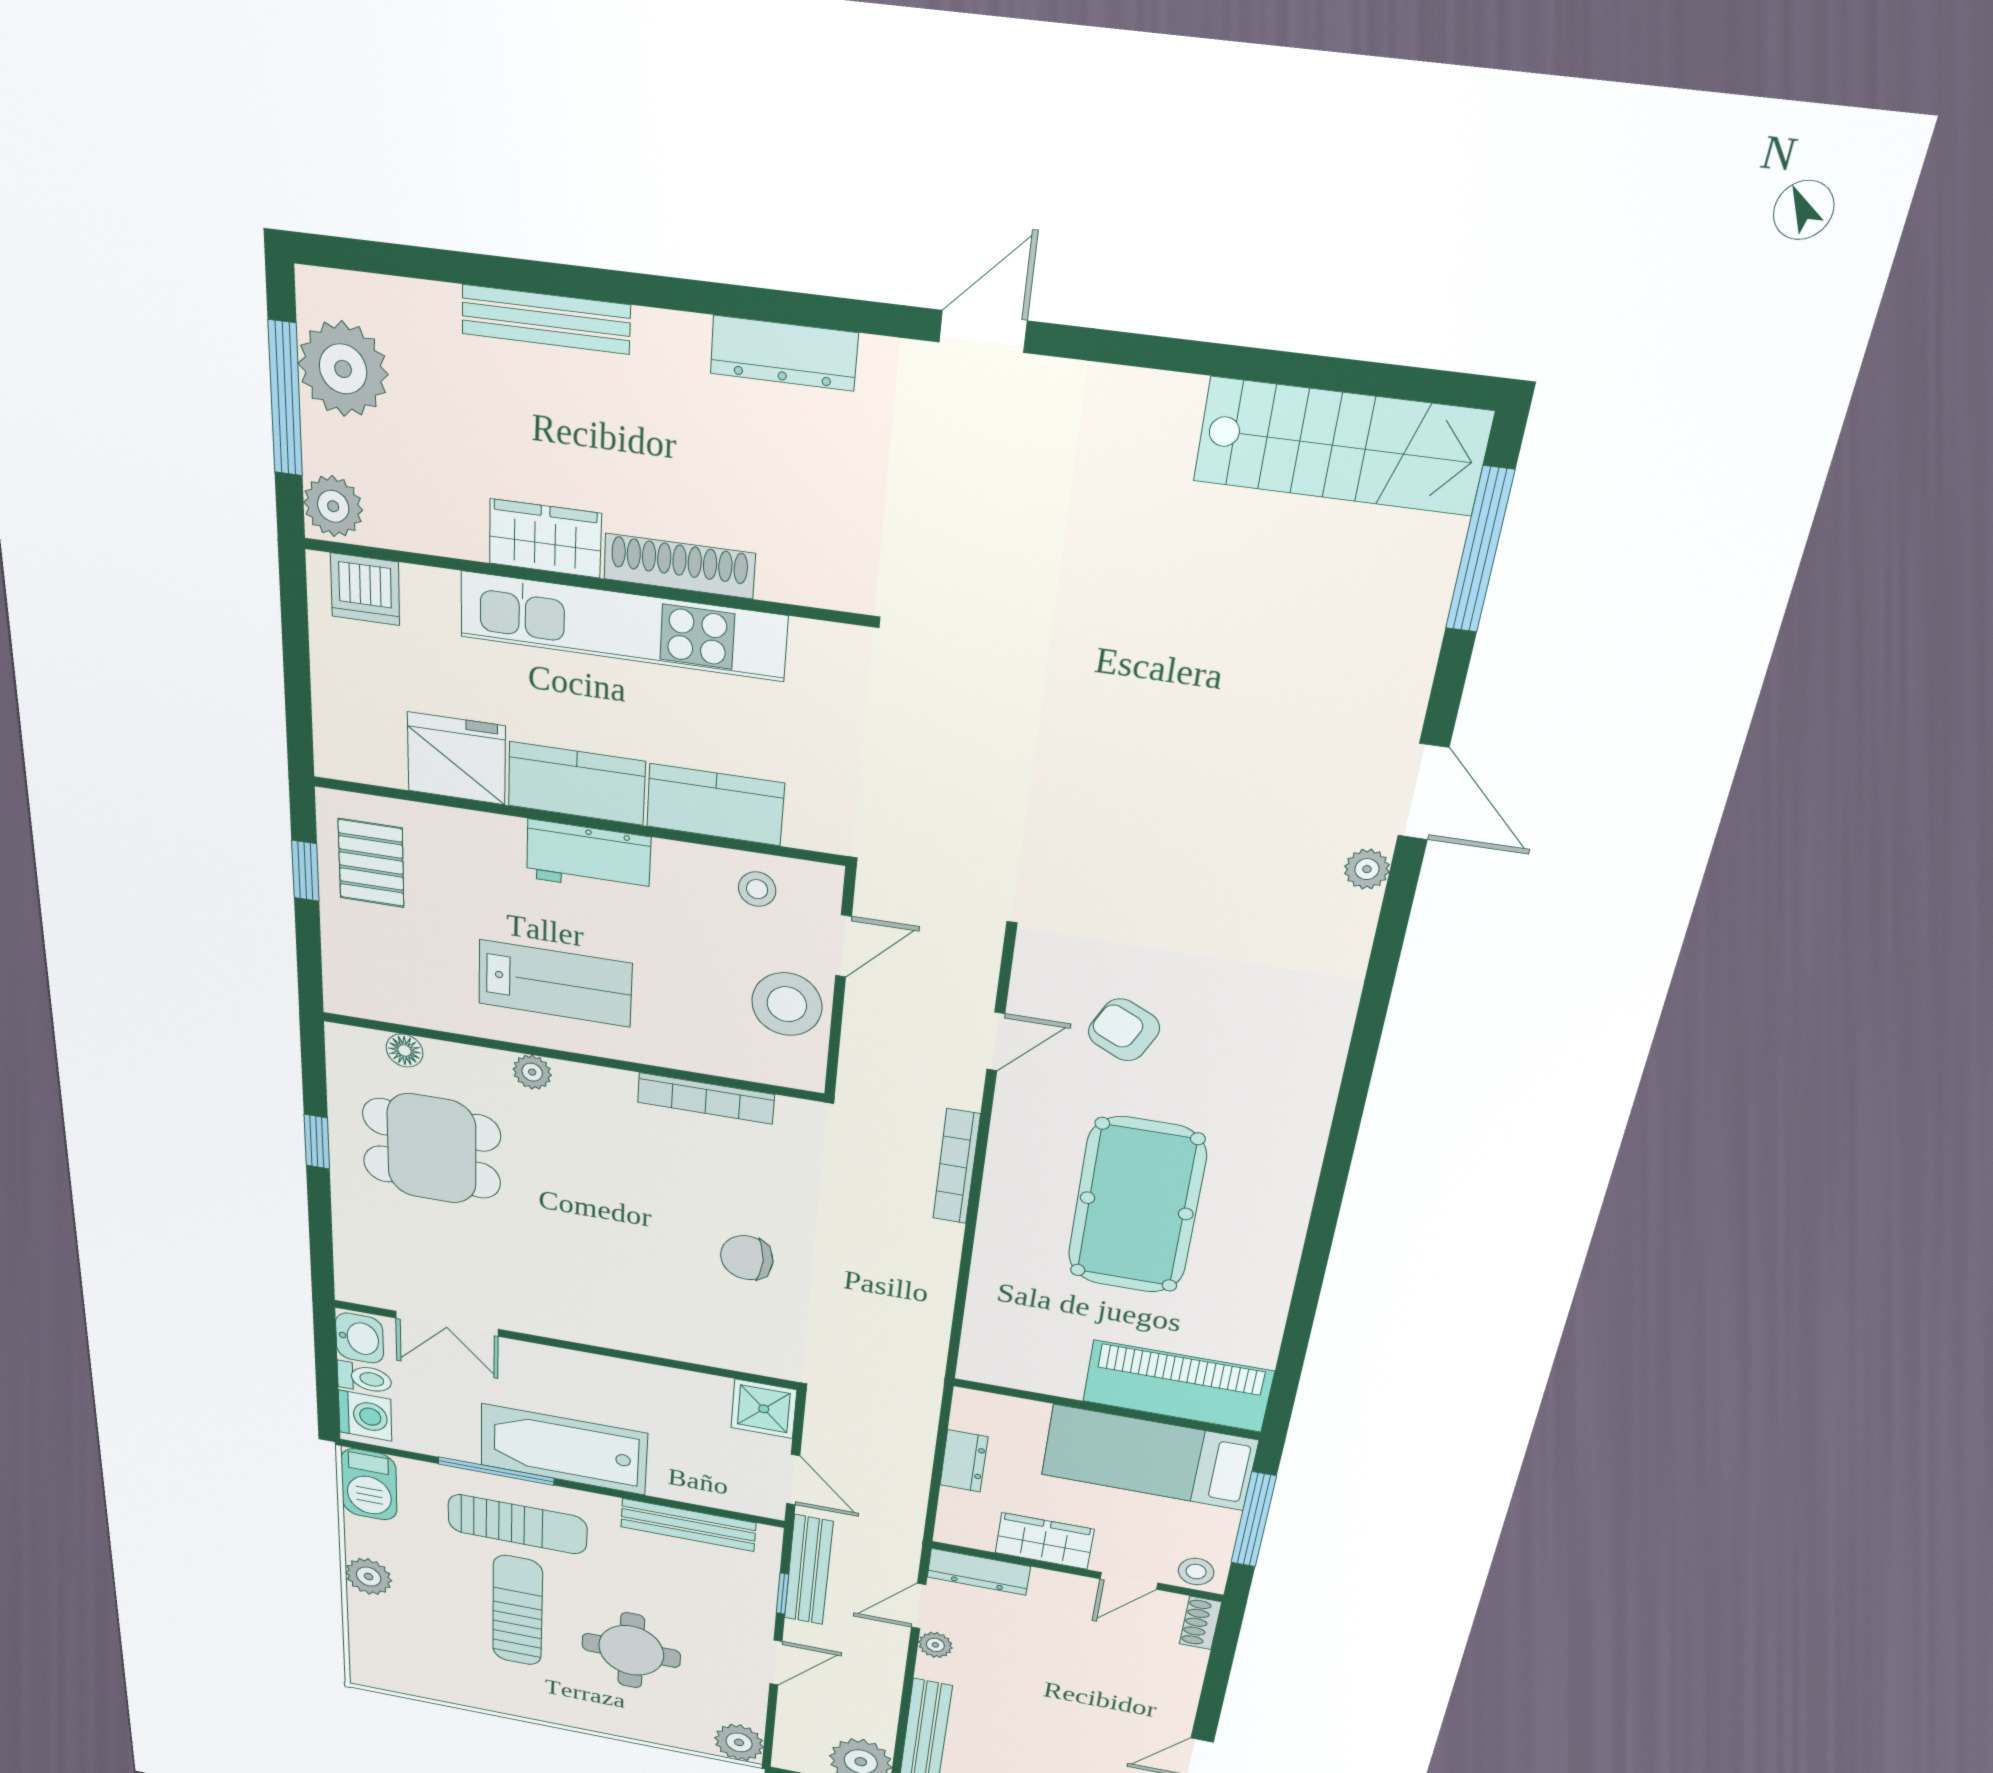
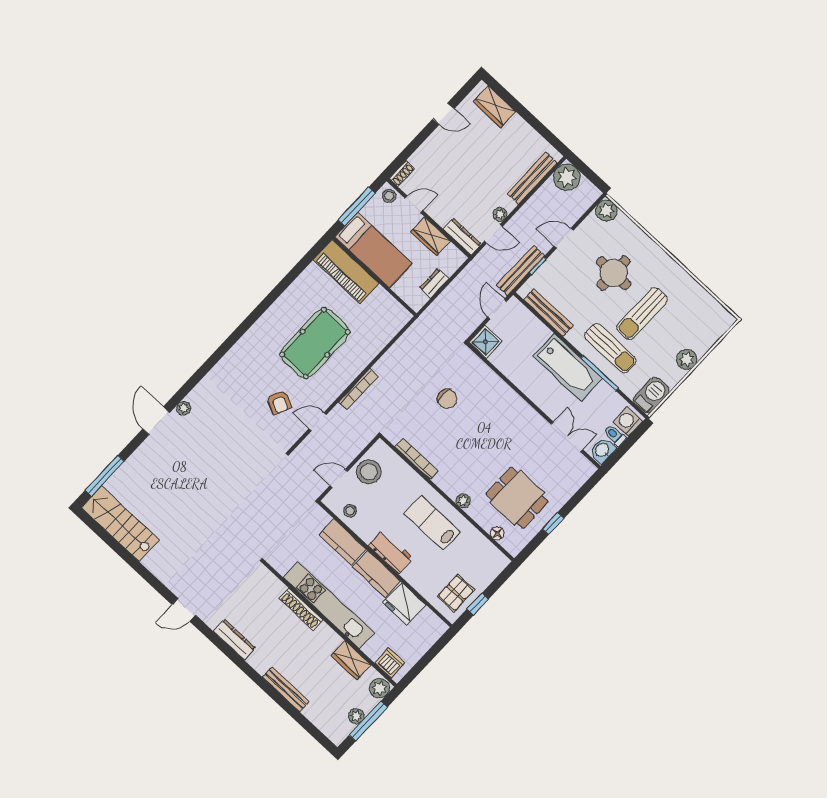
plant: (343, 369) -> (356, 716), width x0.53, depth x0.53
wardrobe: (545, 538) -> (351, 660), moved
sun lounger: (517, 1524) -> (610, 348), turned 180

